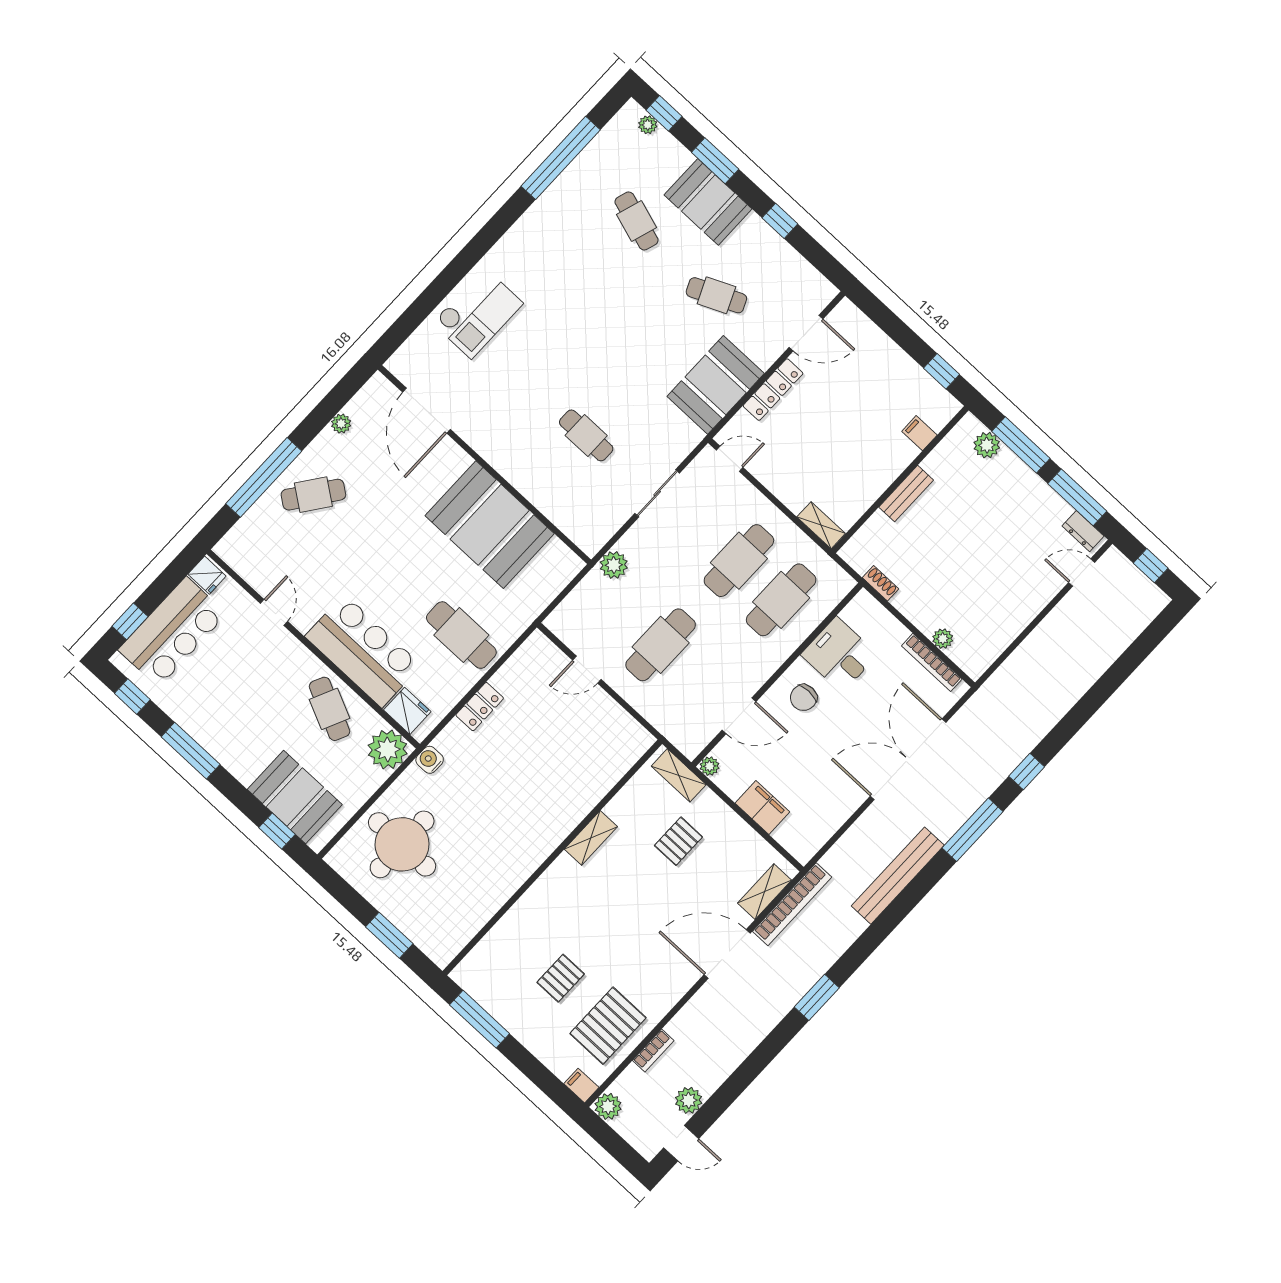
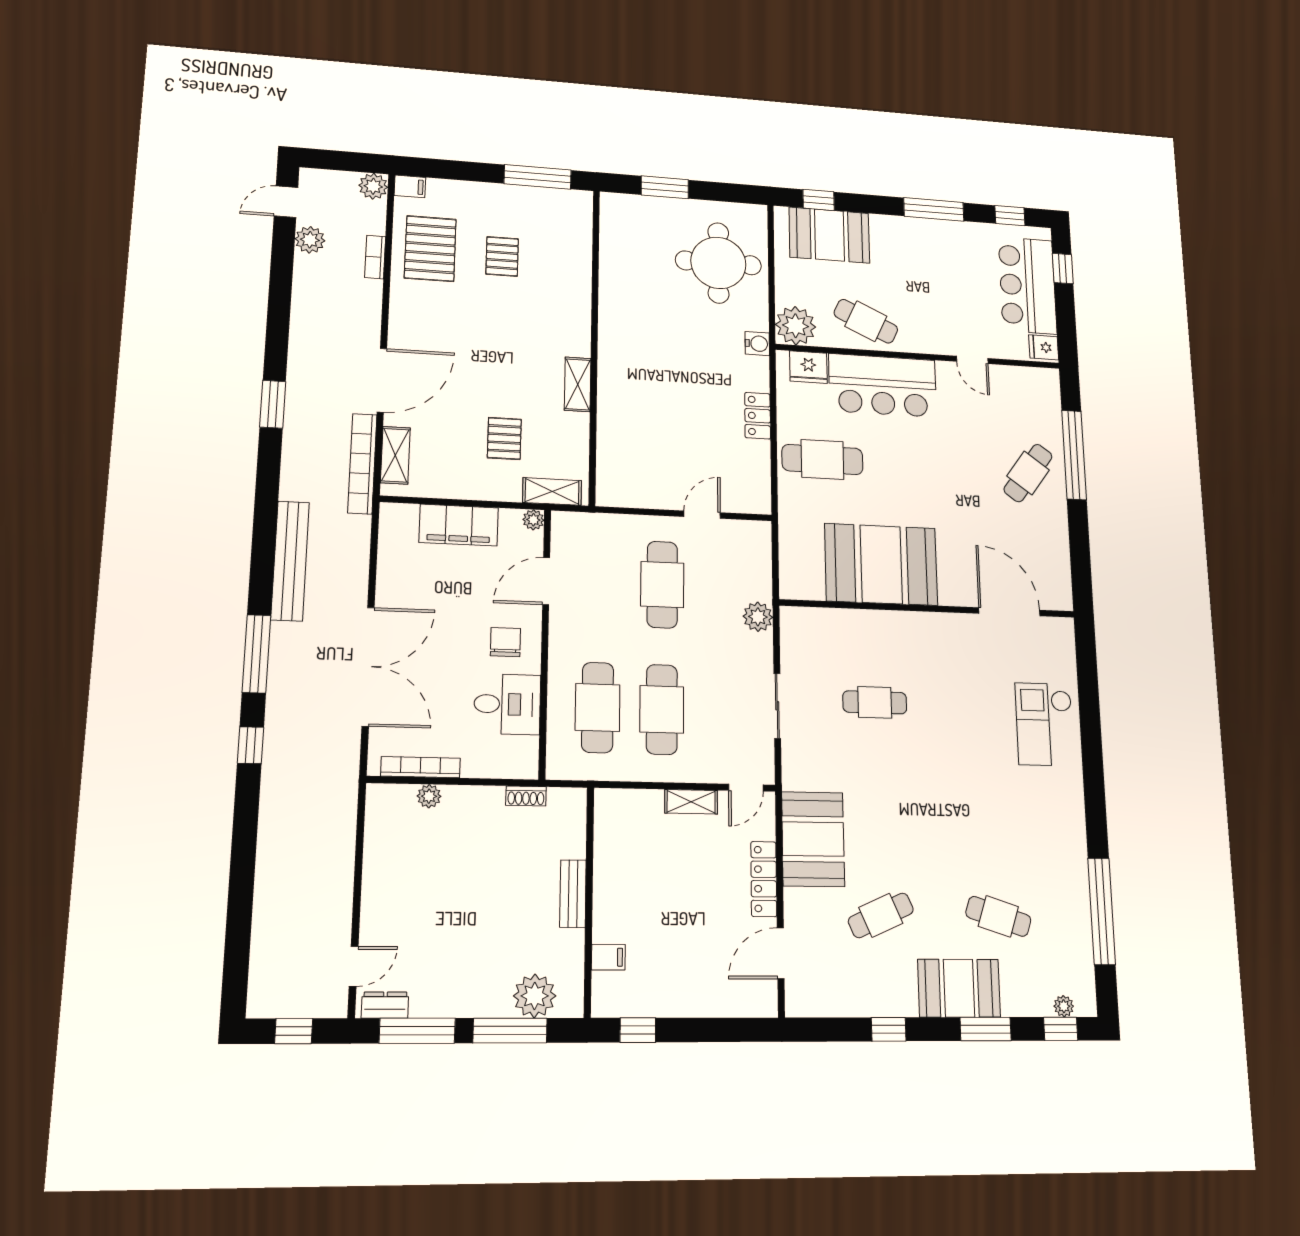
plant: (341, 424) -> (1060, 545), removed
plant: (987, 445) -> (535, 996), width x1.36, depth x1.36
shelving: (821, 525) -> (691, 802), moved
filing cabinet: (762, 808) -> (459, 525), width x1.50, depth x1.17

